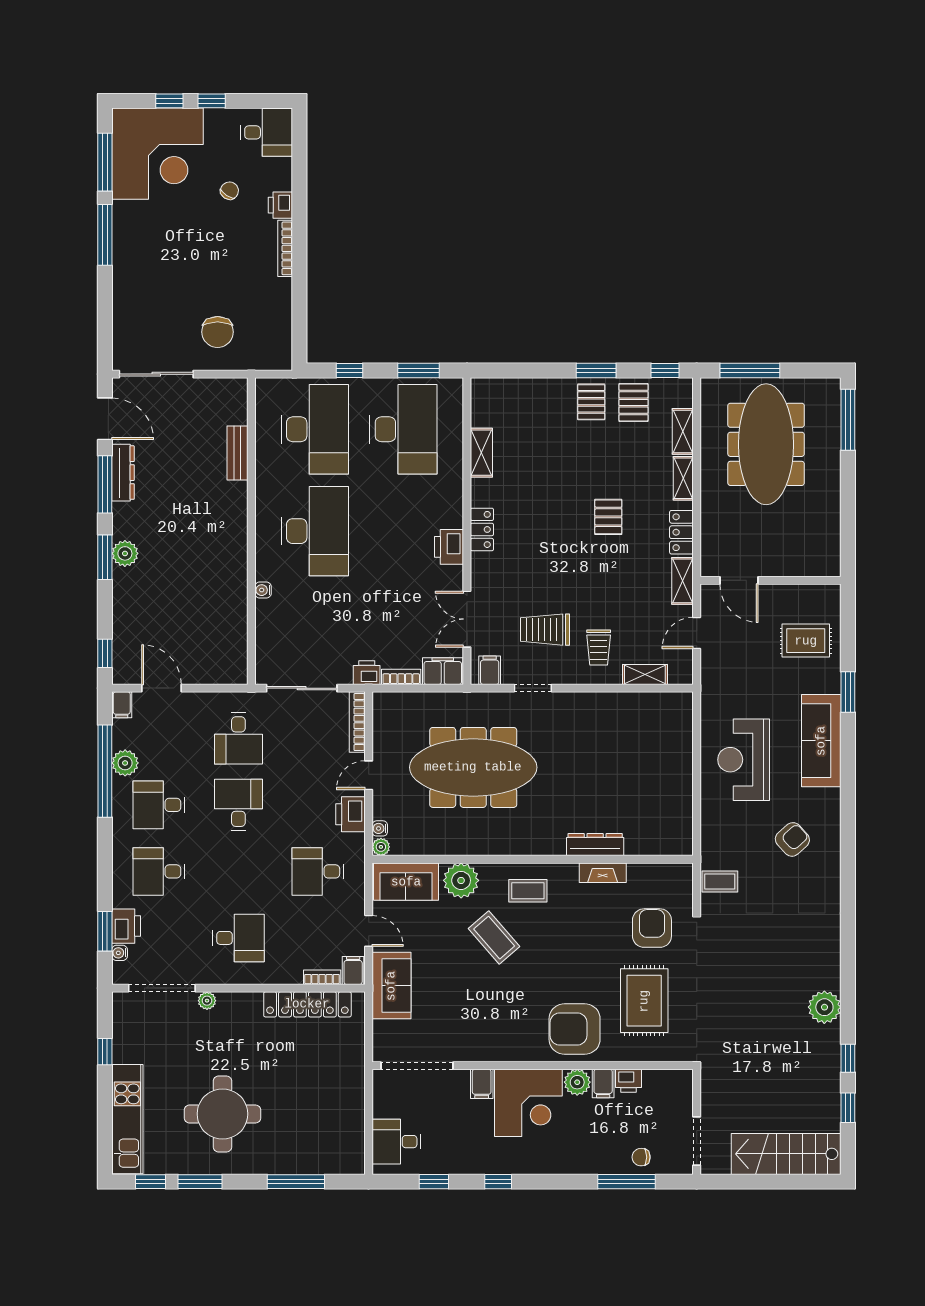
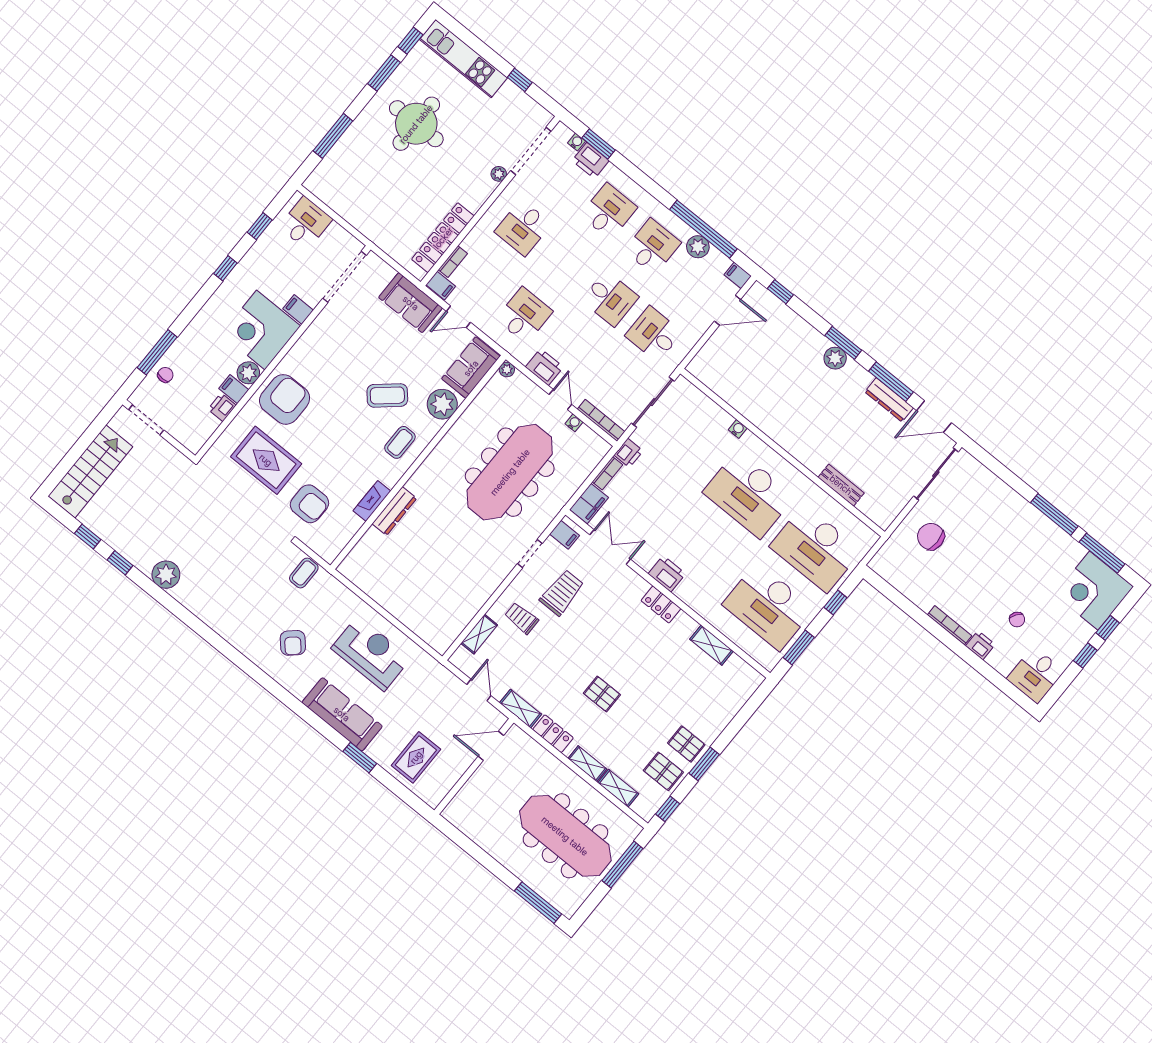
corner desk: (158, 154) -> (1094, 591), width x0.74, depth x0.74
water cooler: (380, 828) -> (574, 423), moved

